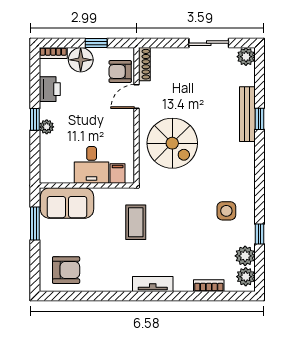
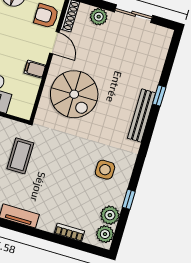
plant: (246, 57) -> (99, 17), moved
door: (137, 97) -> (54, 43), swing flipped
bench: (247, 114) -> (142, 116), moved
filing cabinet: (118, 173) -> (35, 69), moved, turned -90

